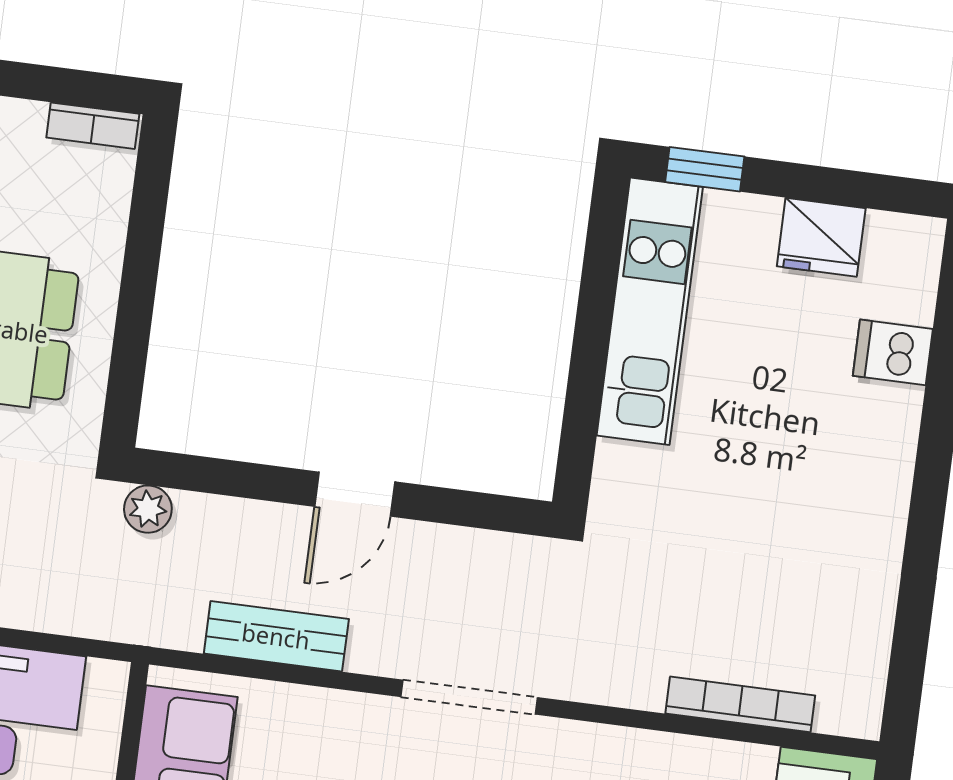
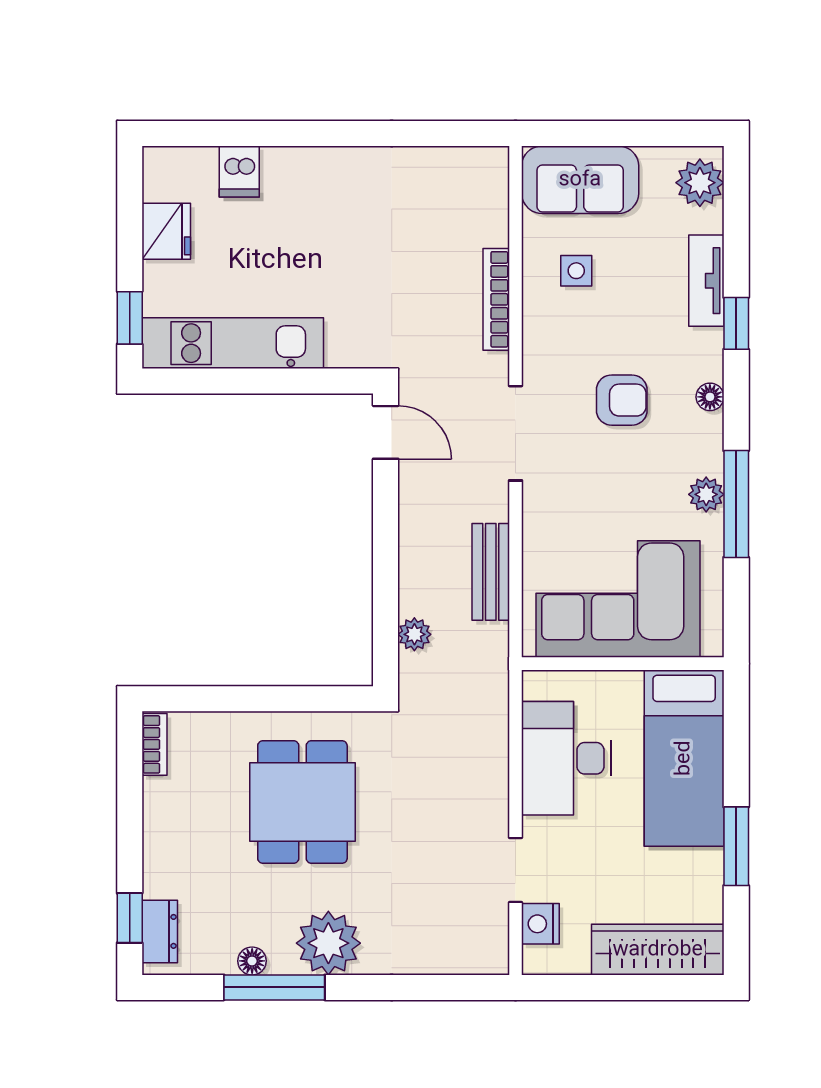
door: (355, 494) -> (386, 432), moved
plant: (148, 509) -> (414, 634), moved
bookcase: (740, 704) -> (496, 299), moved

